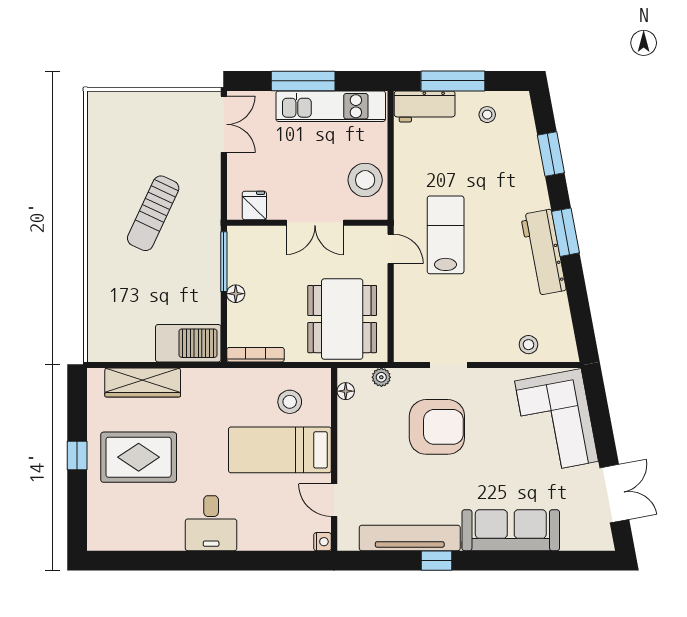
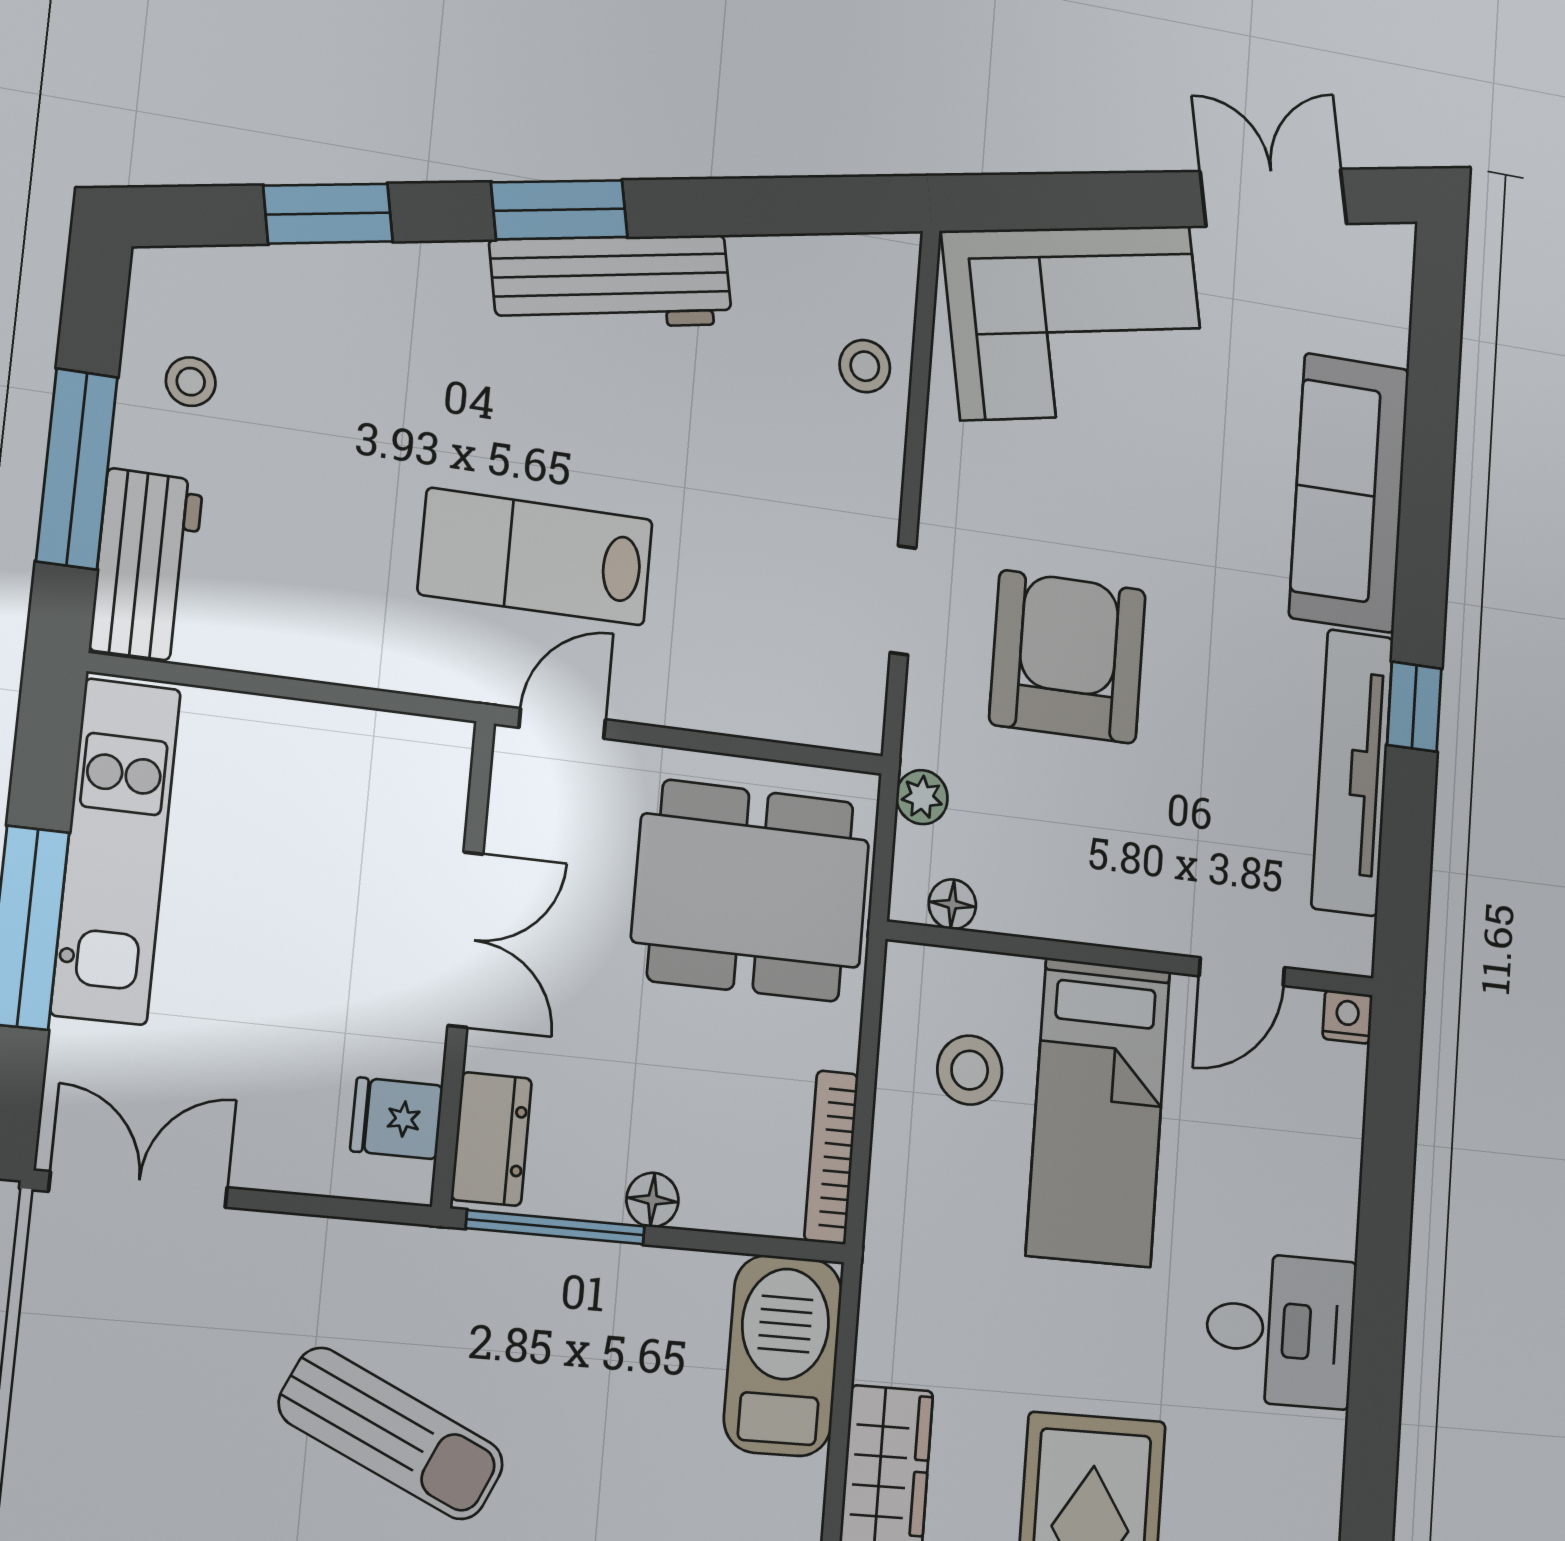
stool: (365, 180) -> (352, 774), removed
dresser: (251, 237) -> (491, 1139), added

